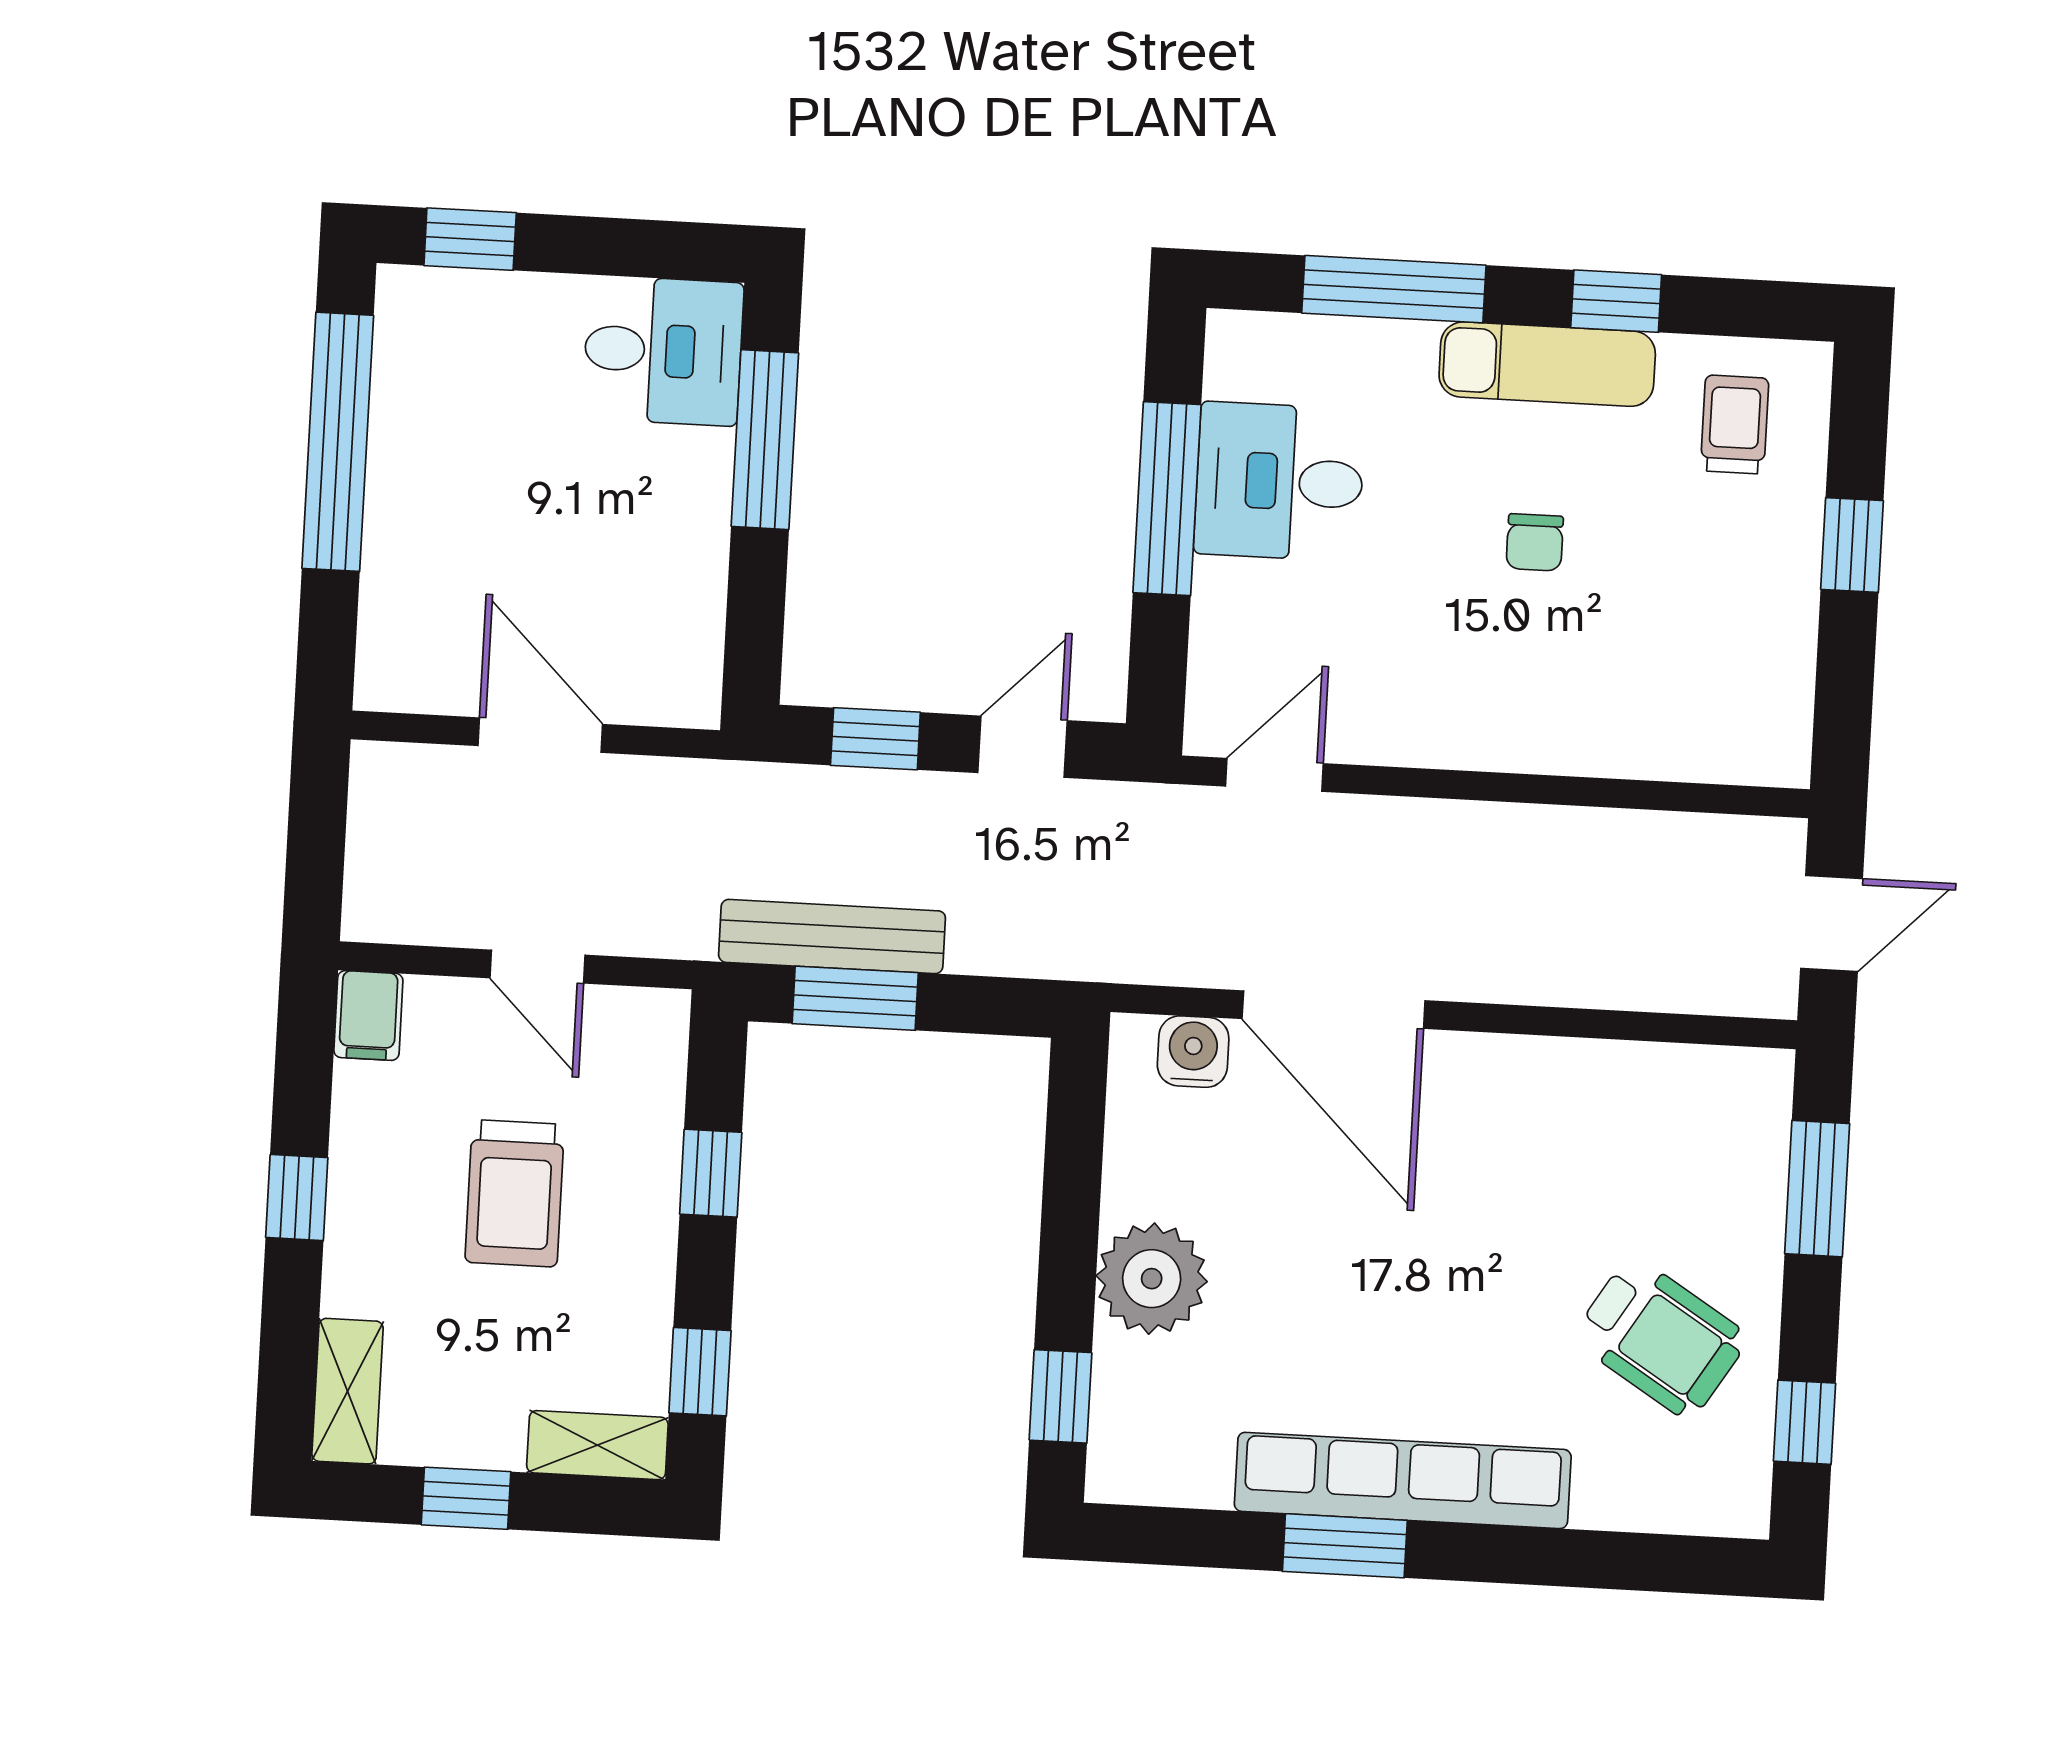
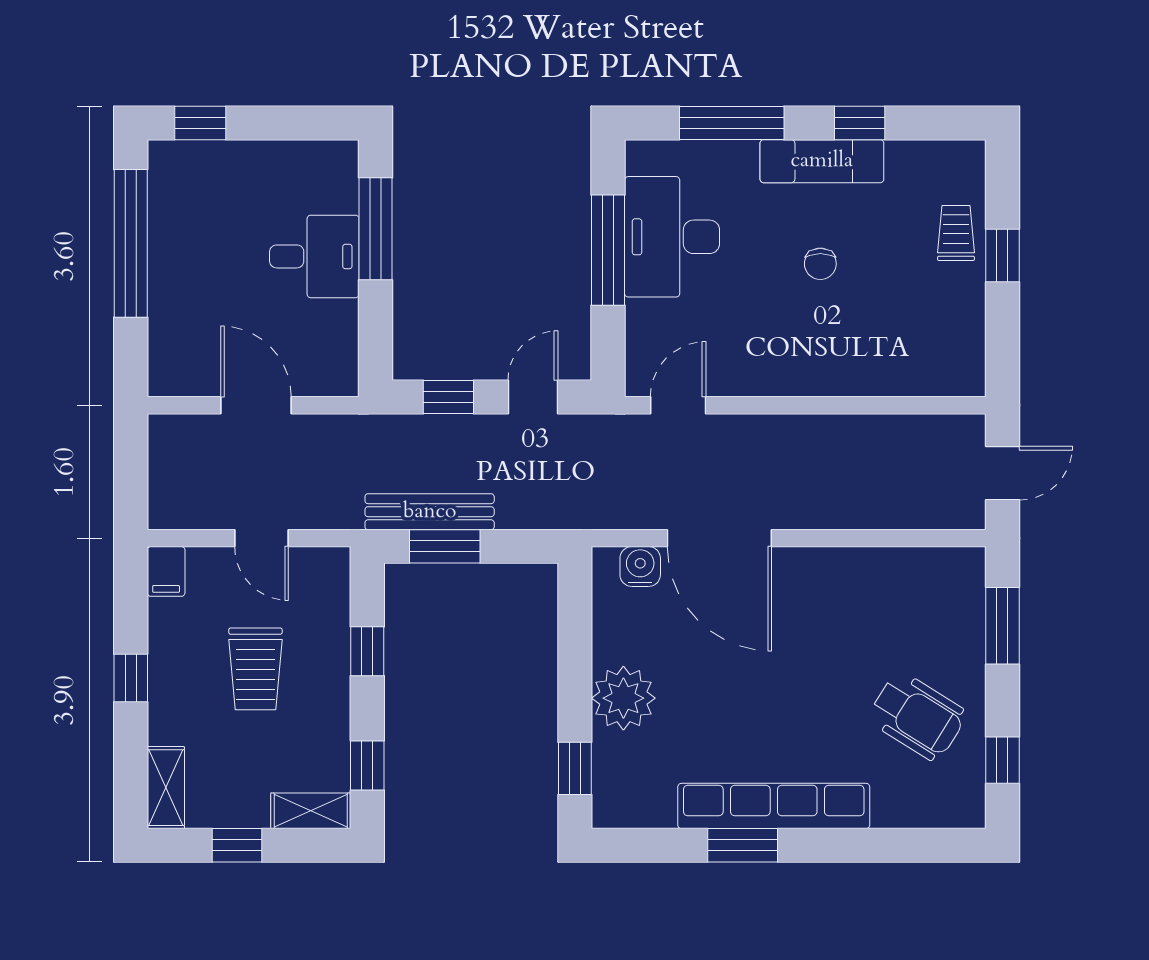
desk: (663, 351) -> (314, 256), moved
trolley: (1735, 424) -> (956, 233), moved
desk: (1279, 481) -> (672, 237), width x1.37

